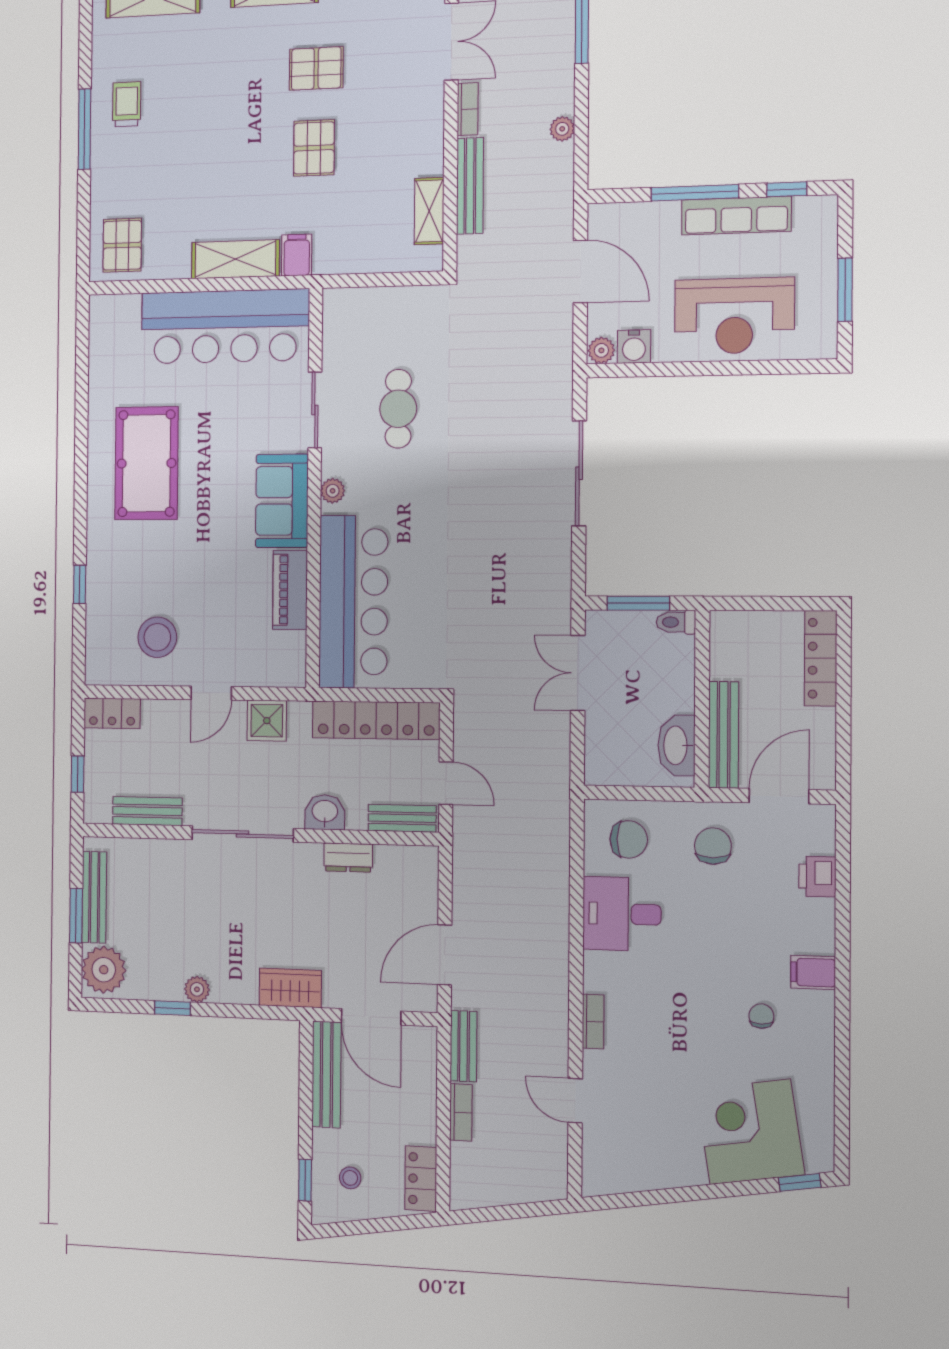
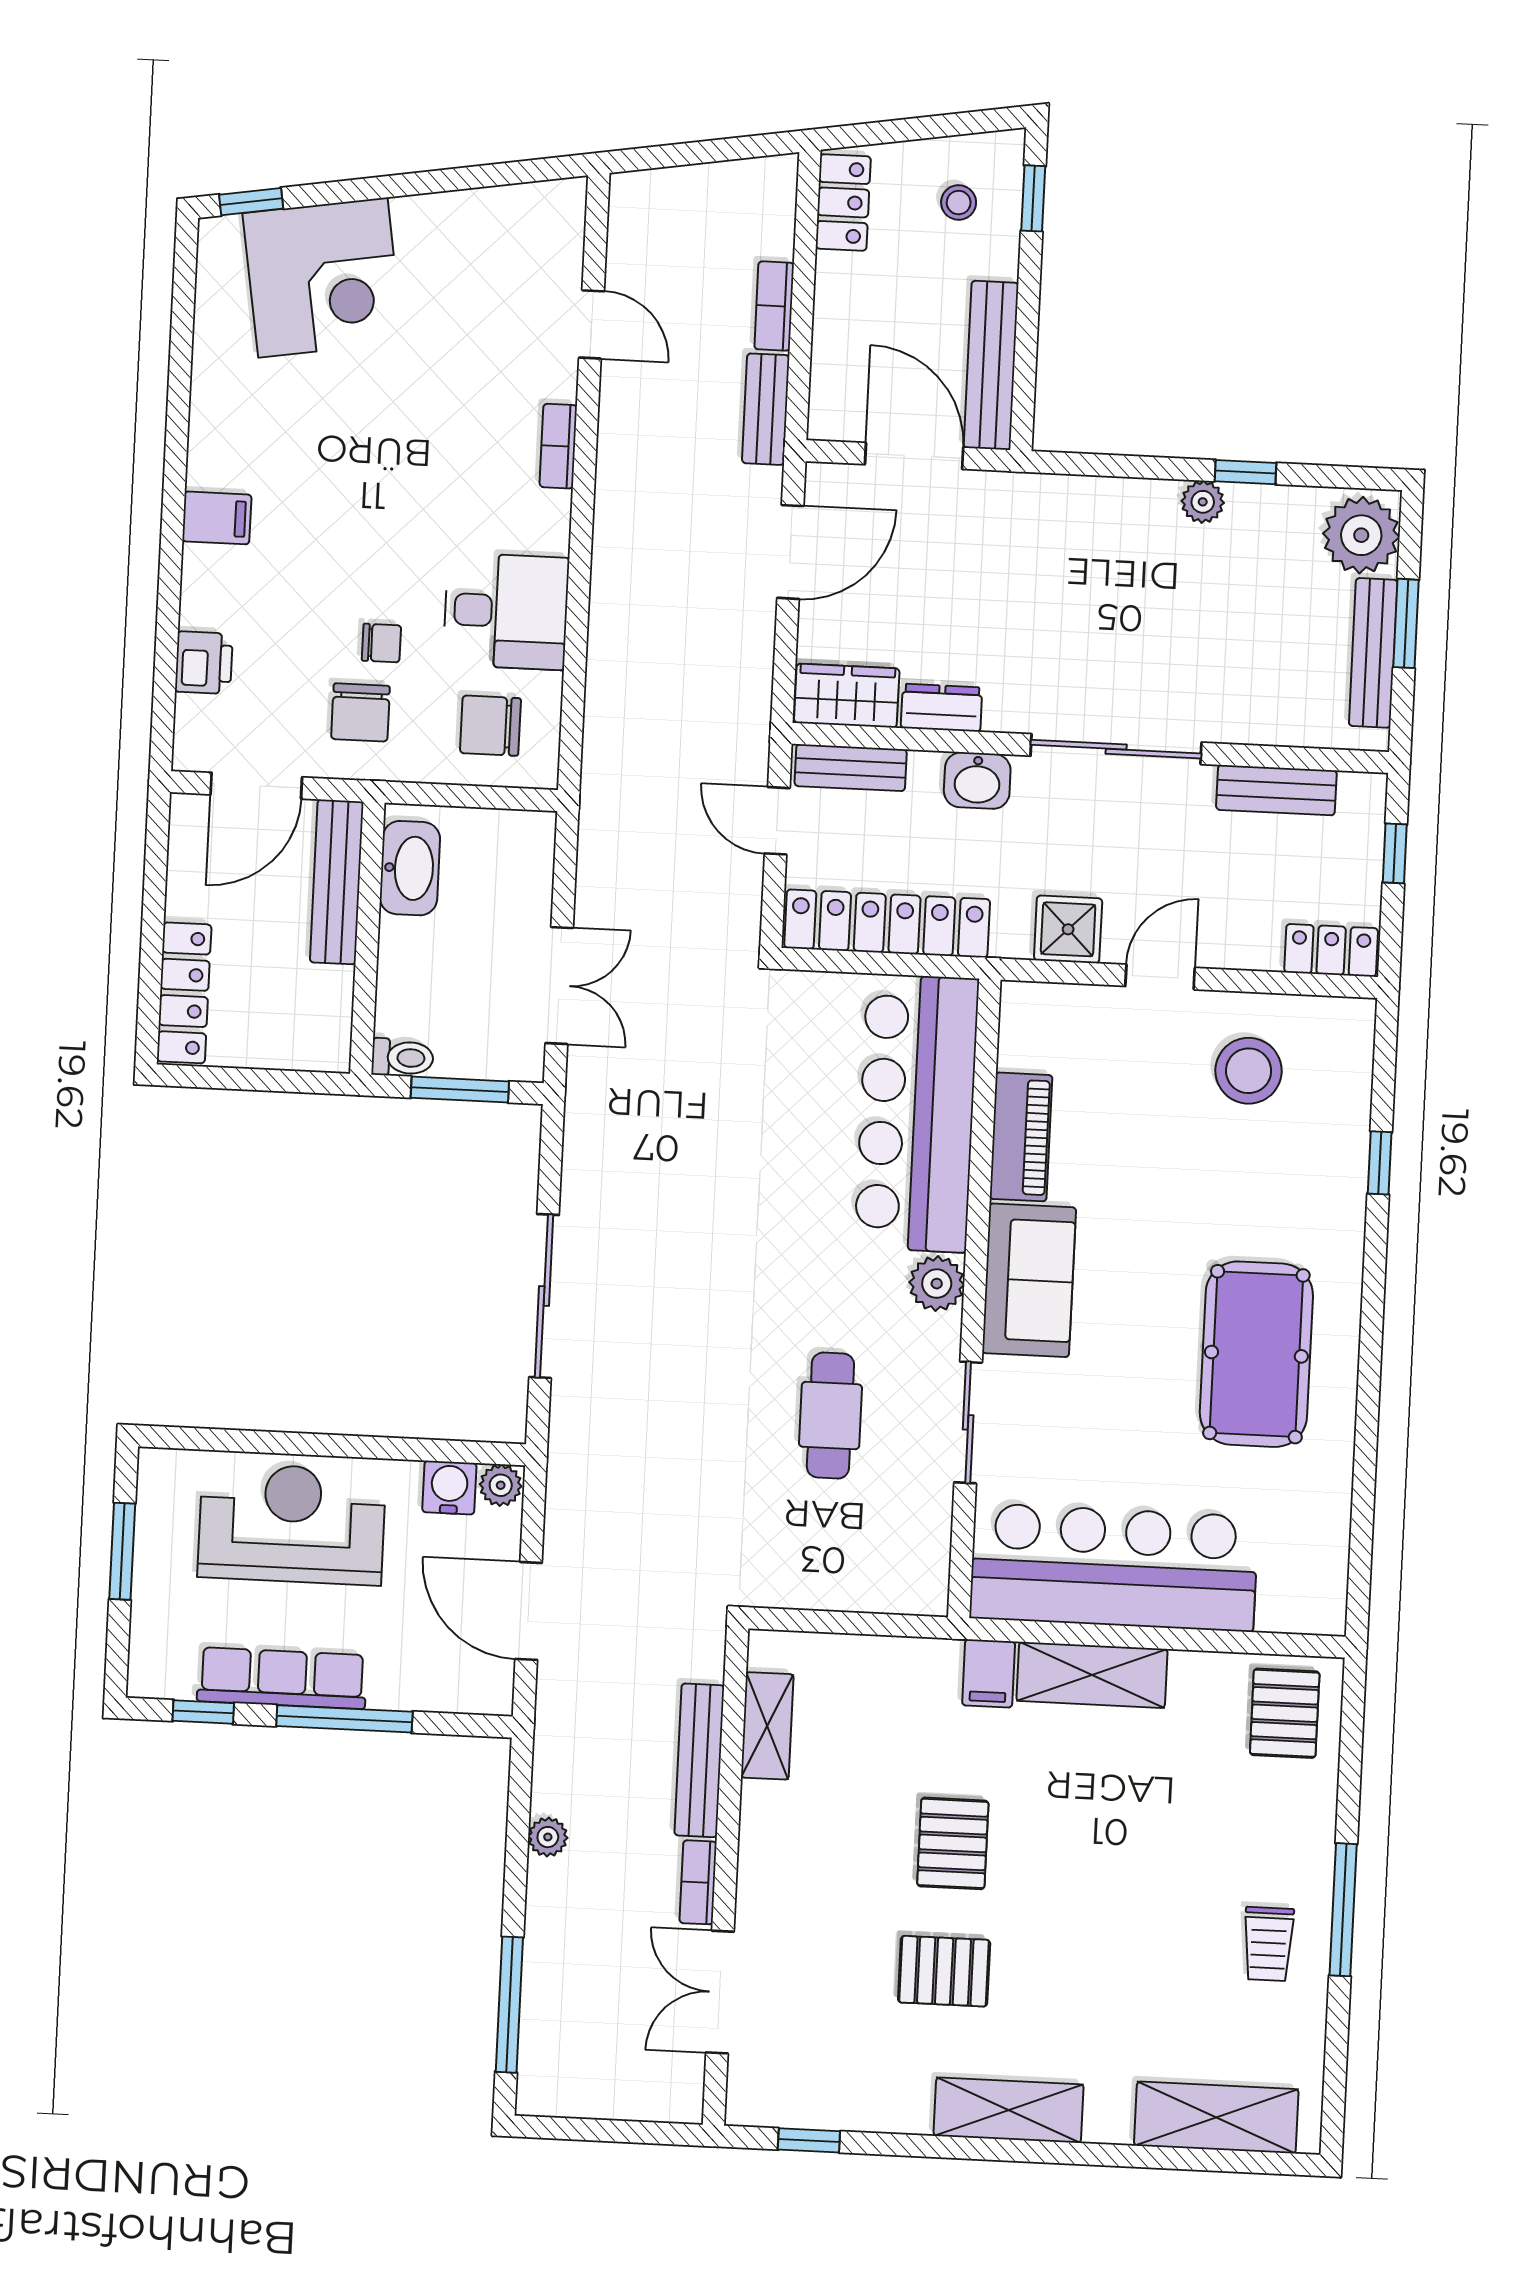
plant: (333, 491) -> (937, 1284), width x1.38, depth x1.38
wardrobe: (290, 988) -> (847, 696), moved, turned 180
chair: (761, 1016) -> (381, 643), moved, turned -90

